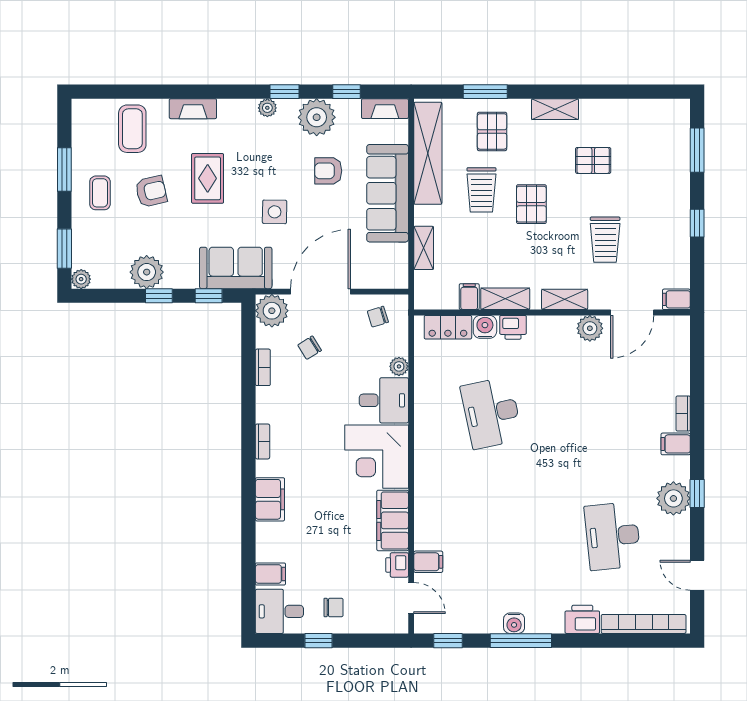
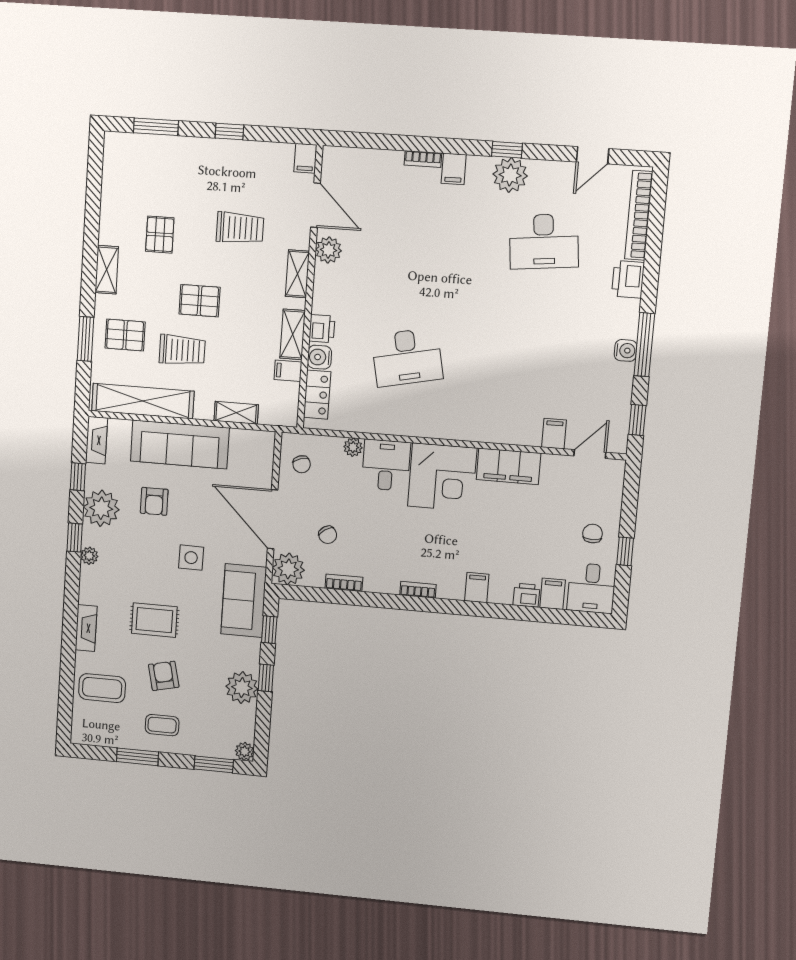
filing cabinet: (270, 499) -> (477, 587), width x0.50
printer: (397, 565) -> (526, 595), moved, turned 180

